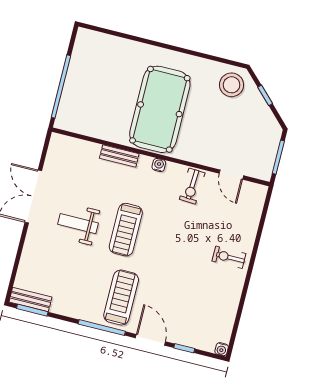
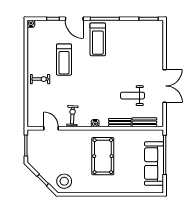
sofa: (81, 77) -> (154, 164), added
pool table: (160, 109) -> (103, 156), width x0.73, depth x0.76
weight bench: (78, 224) -> (133, 96), moved, turned 180
treadmill: (126, 230) -> (64, 60), moved, turned 180
bench: (30, 299) -> (144, 122), moved

